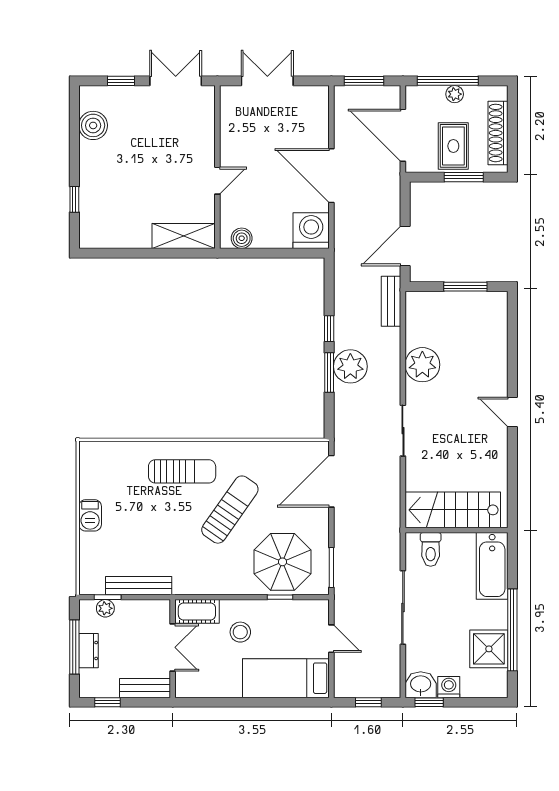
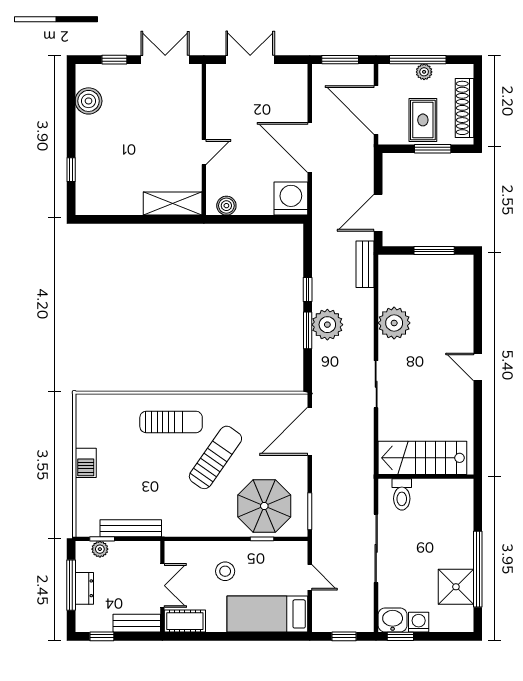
bathtub: (492, 566) -> (459, 510), removed
cot: (197, 611) -> (185, 621), moved

